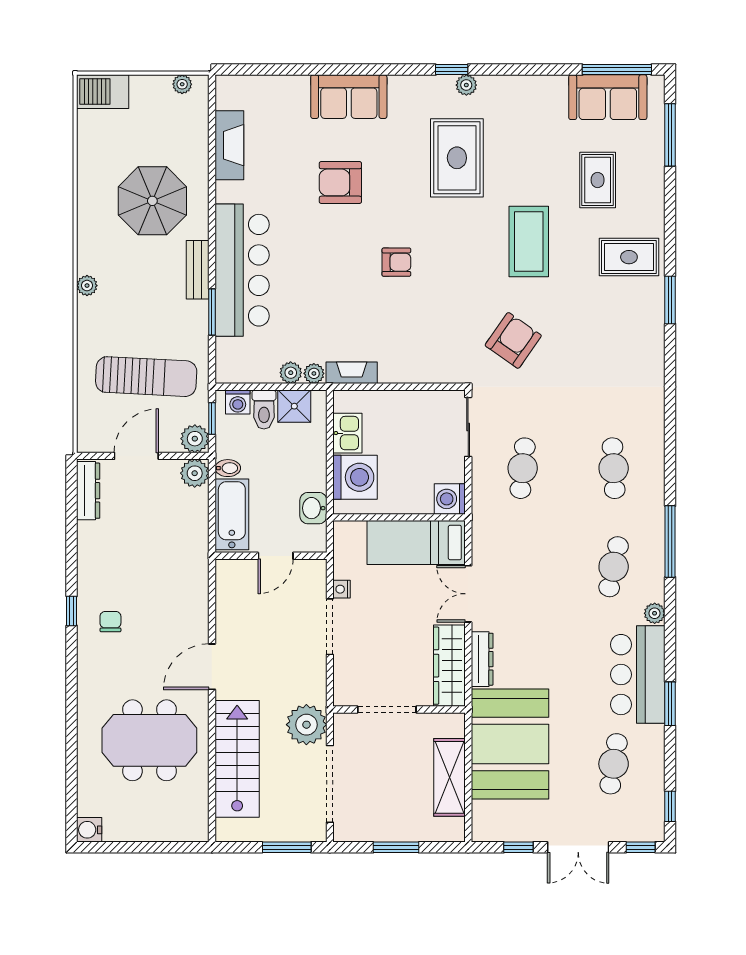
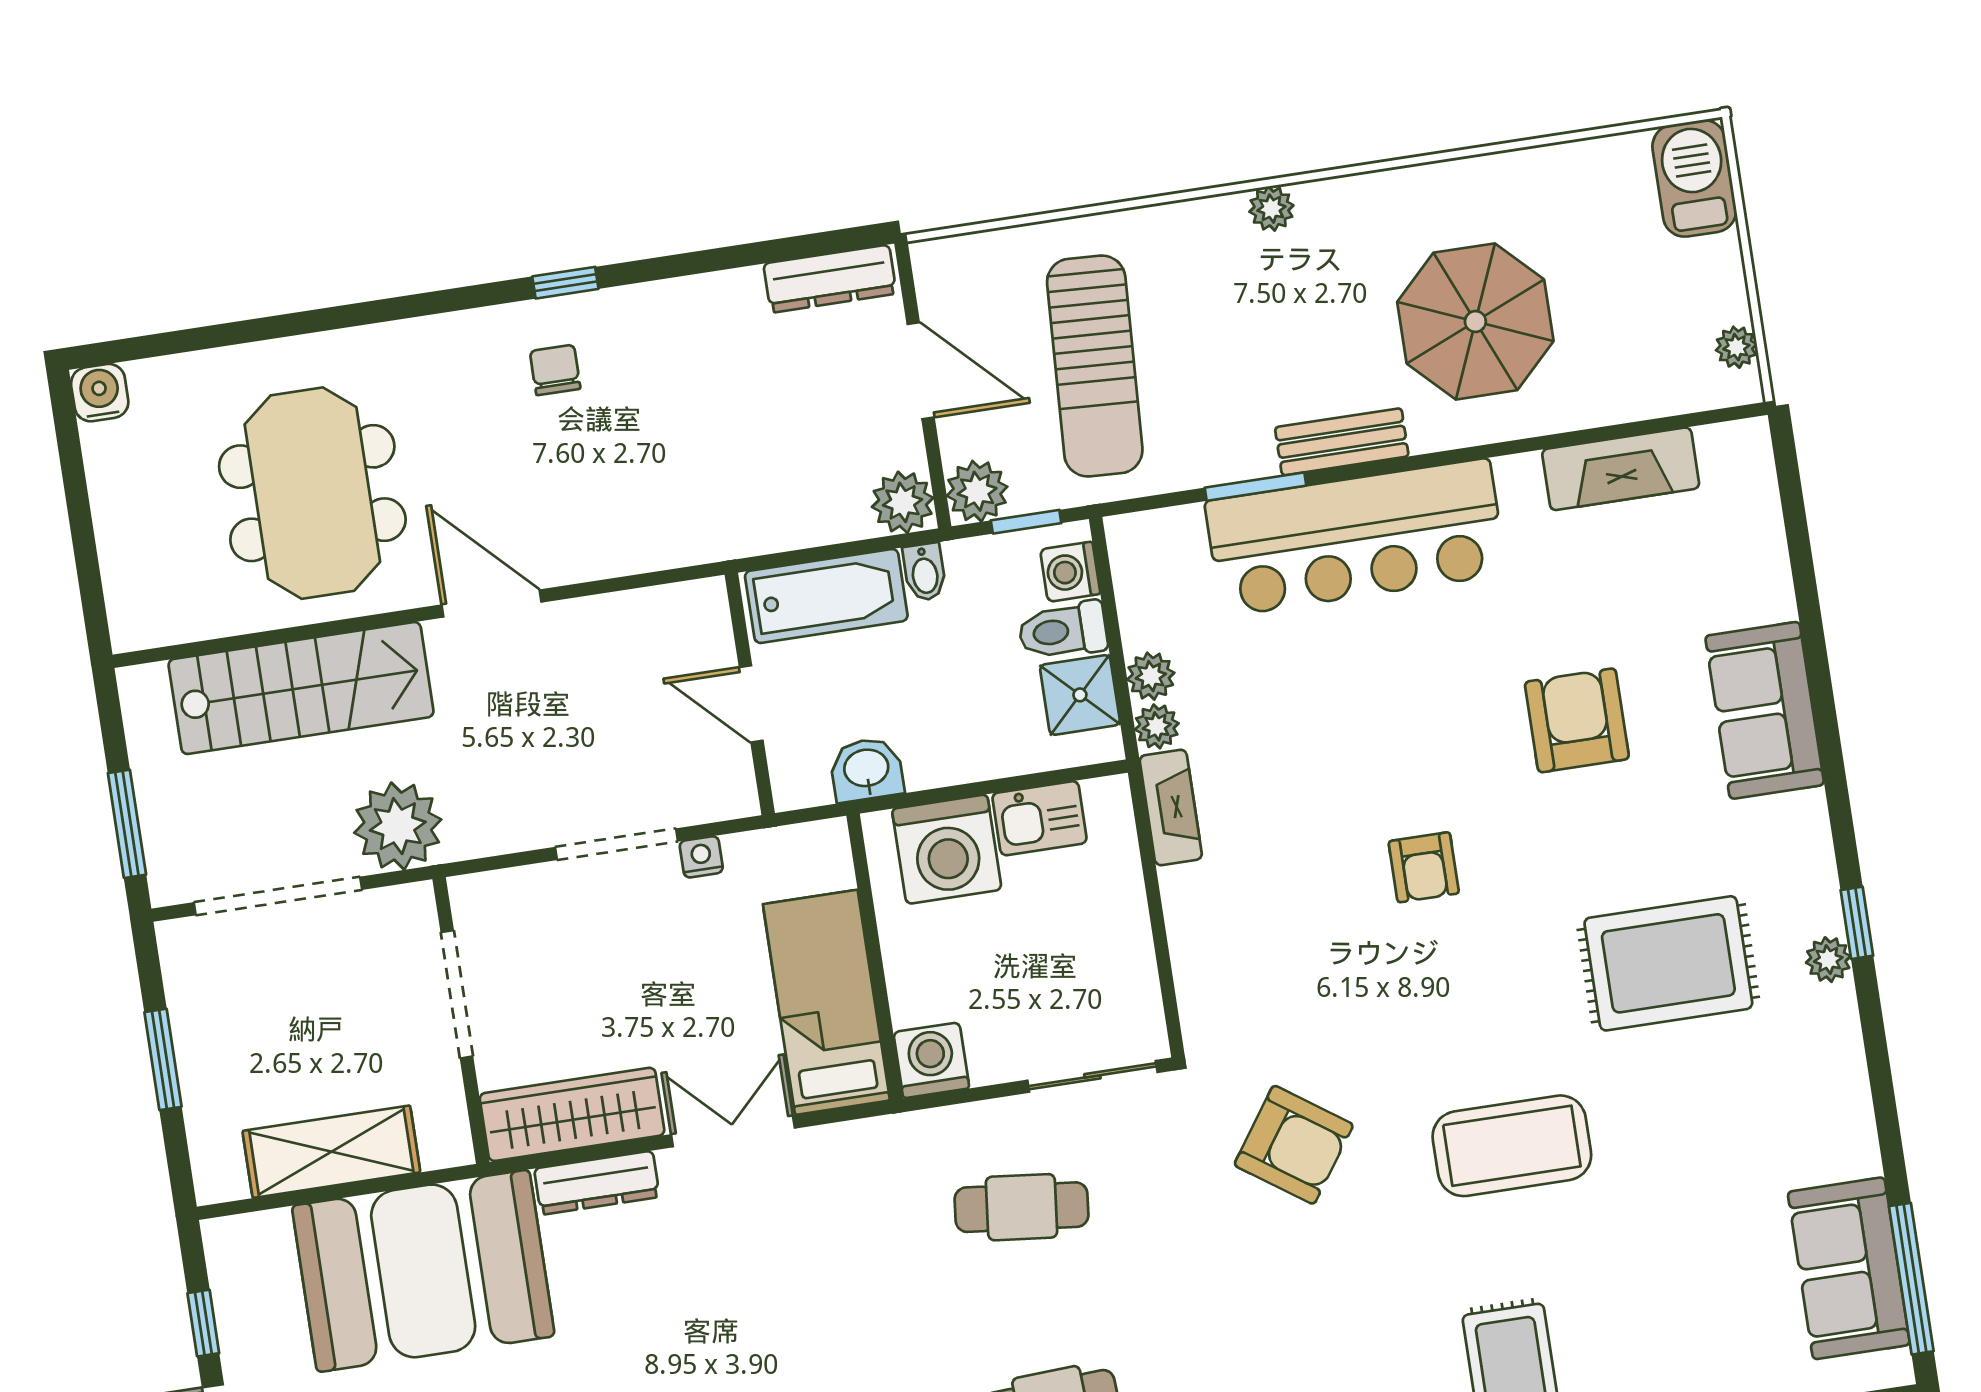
rug: (598, 180) -> (1667, 1274), removed
chair: (110, 622) -> (555, 370), turned -90

